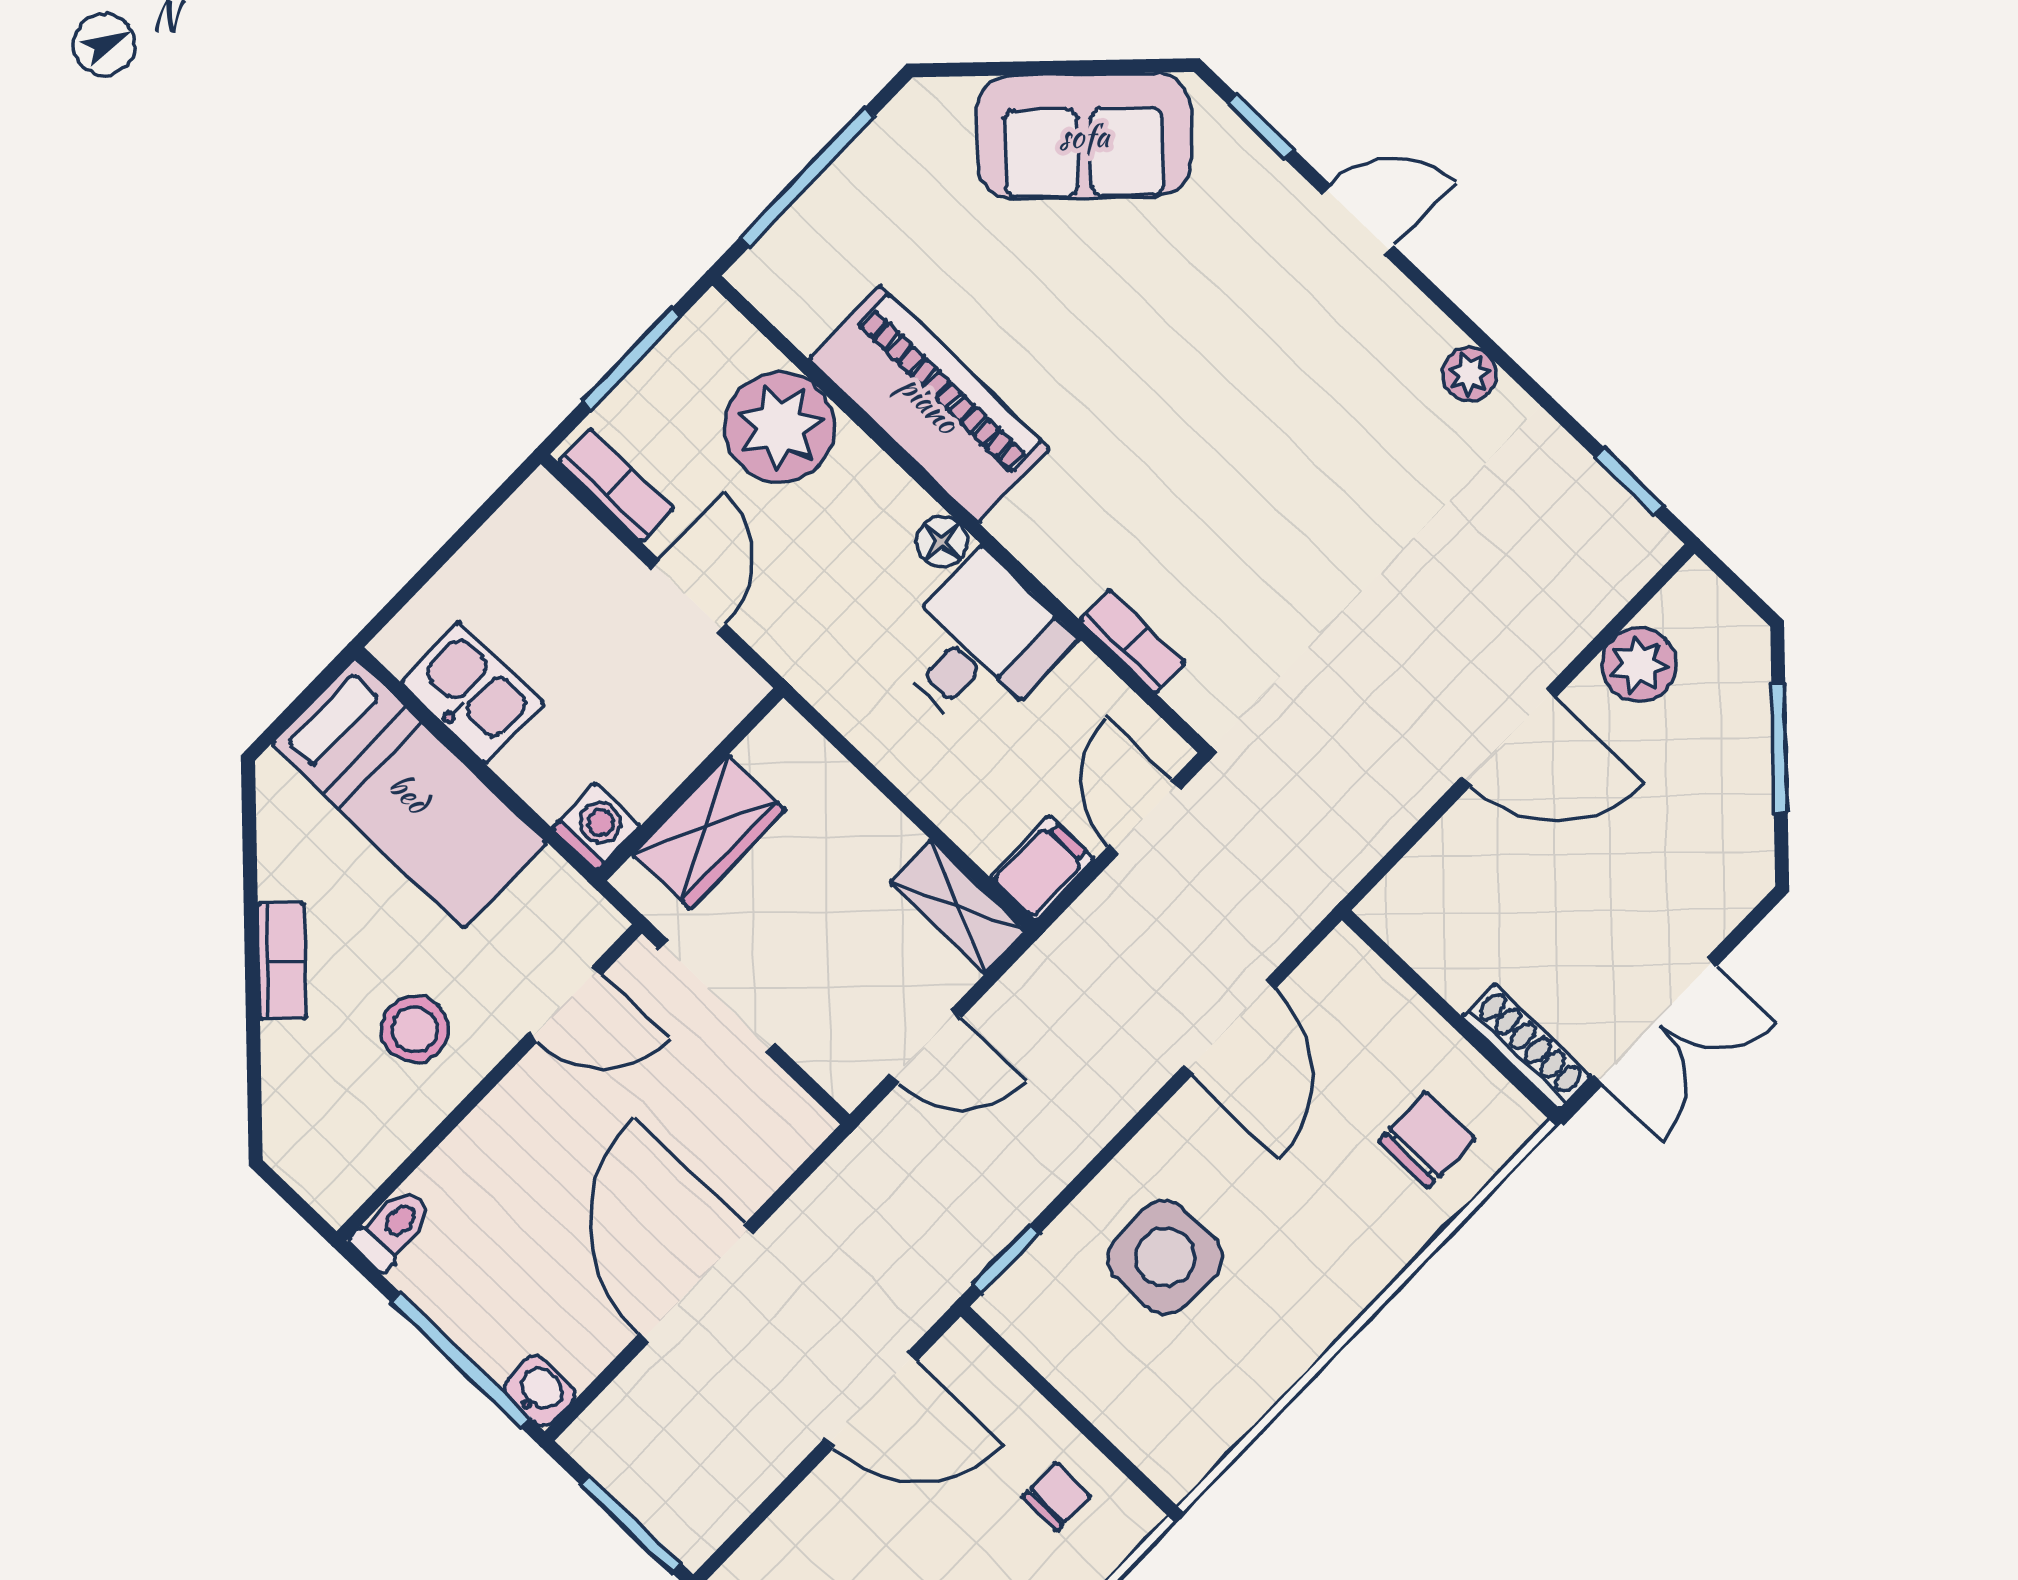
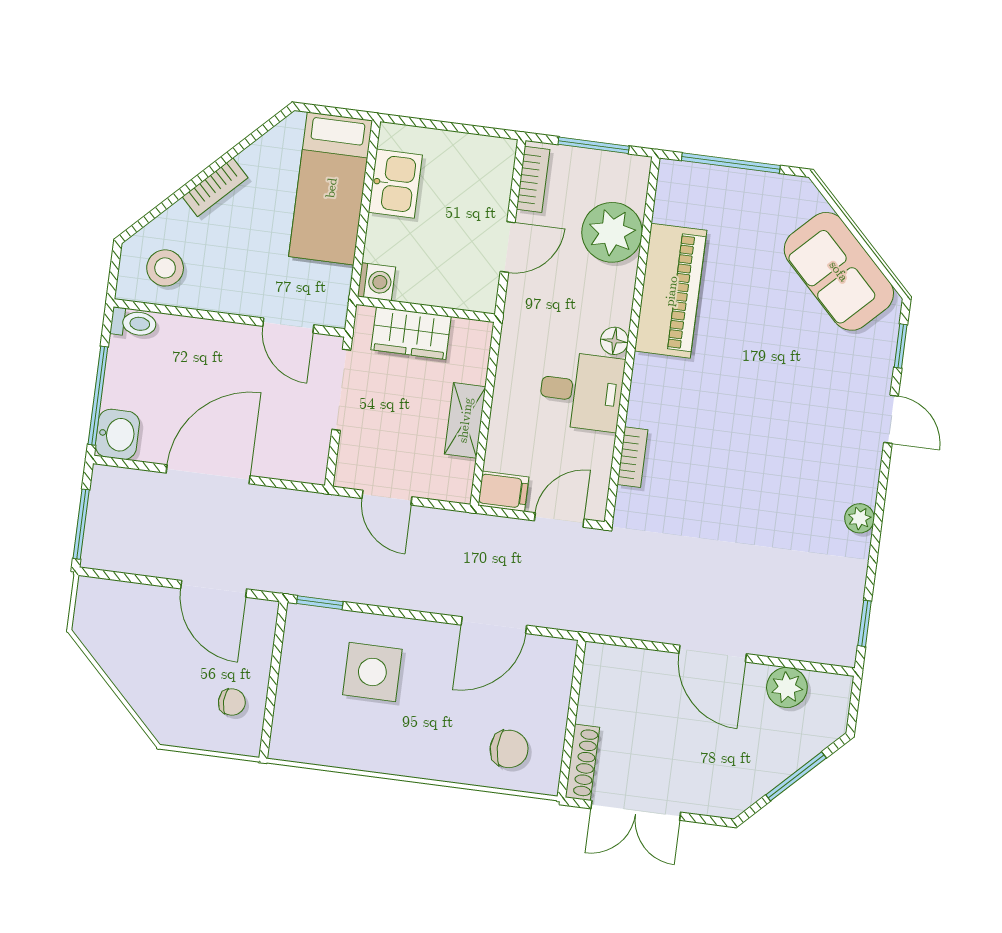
shelving: (958, 907) -> (465, 420), moved
stool: (415, 1029) -> (165, 268), moved
washbasin: (539, 1390) -> (117, 434), width x1.38, depth x1.45

